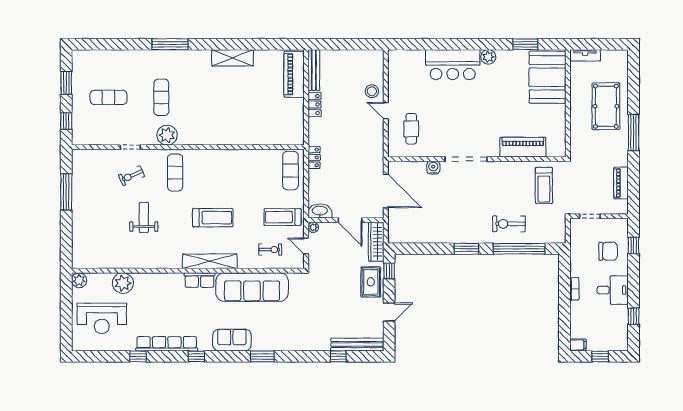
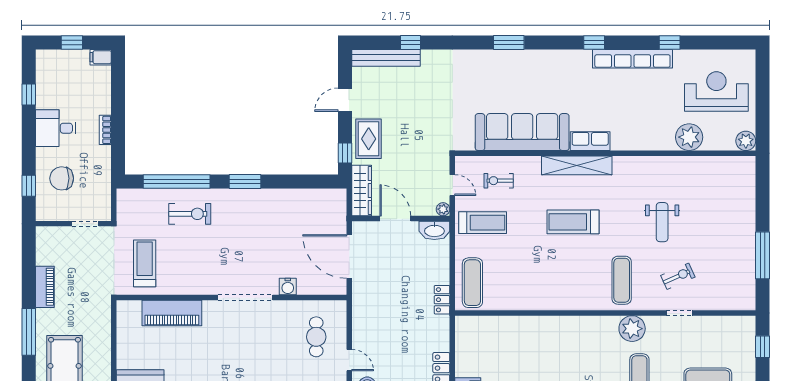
piano: (621, 183) -> (45, 287), moved
sofa: (232, 340) -> (548, 64), removed

